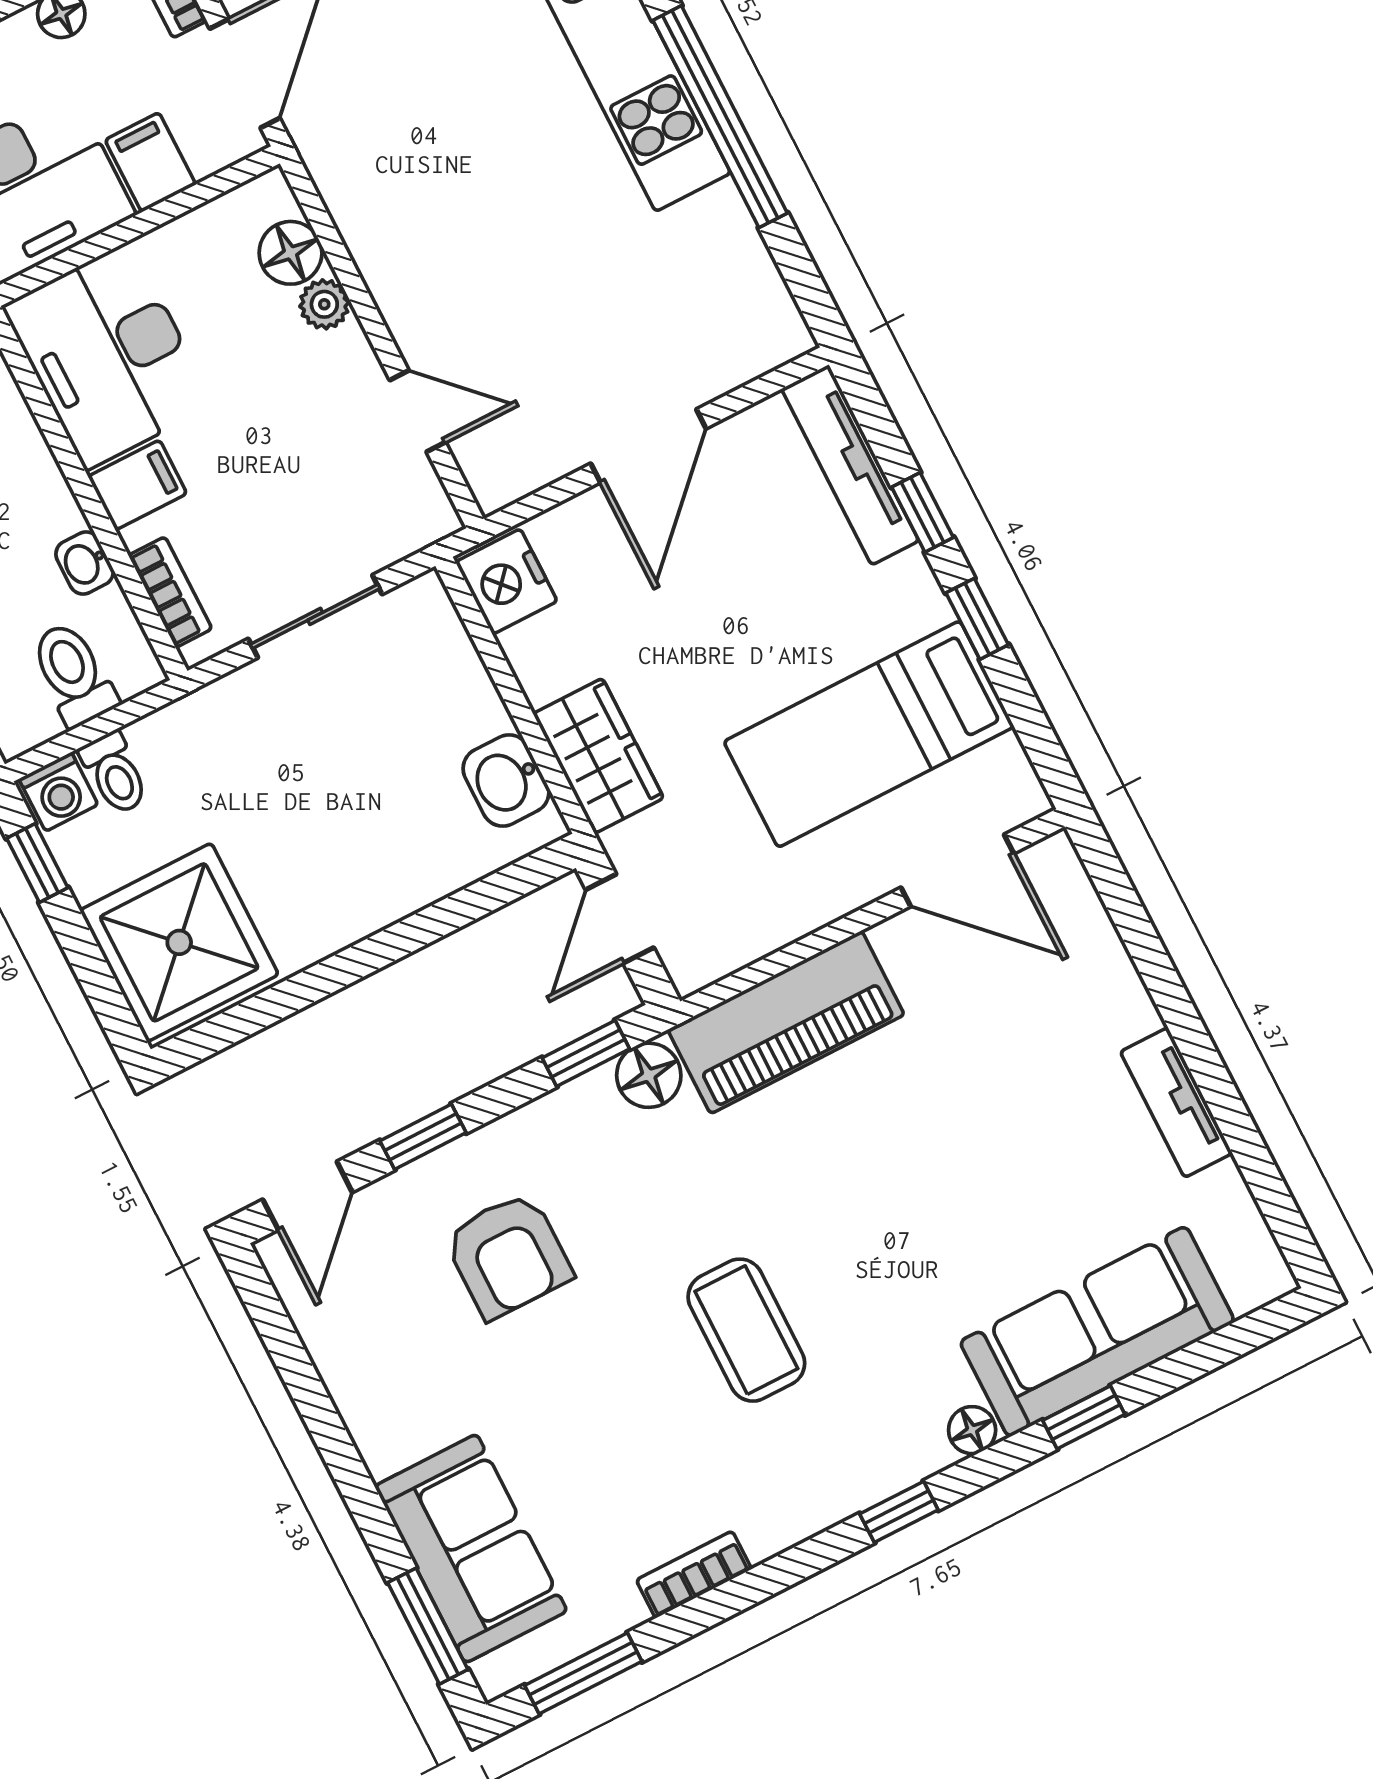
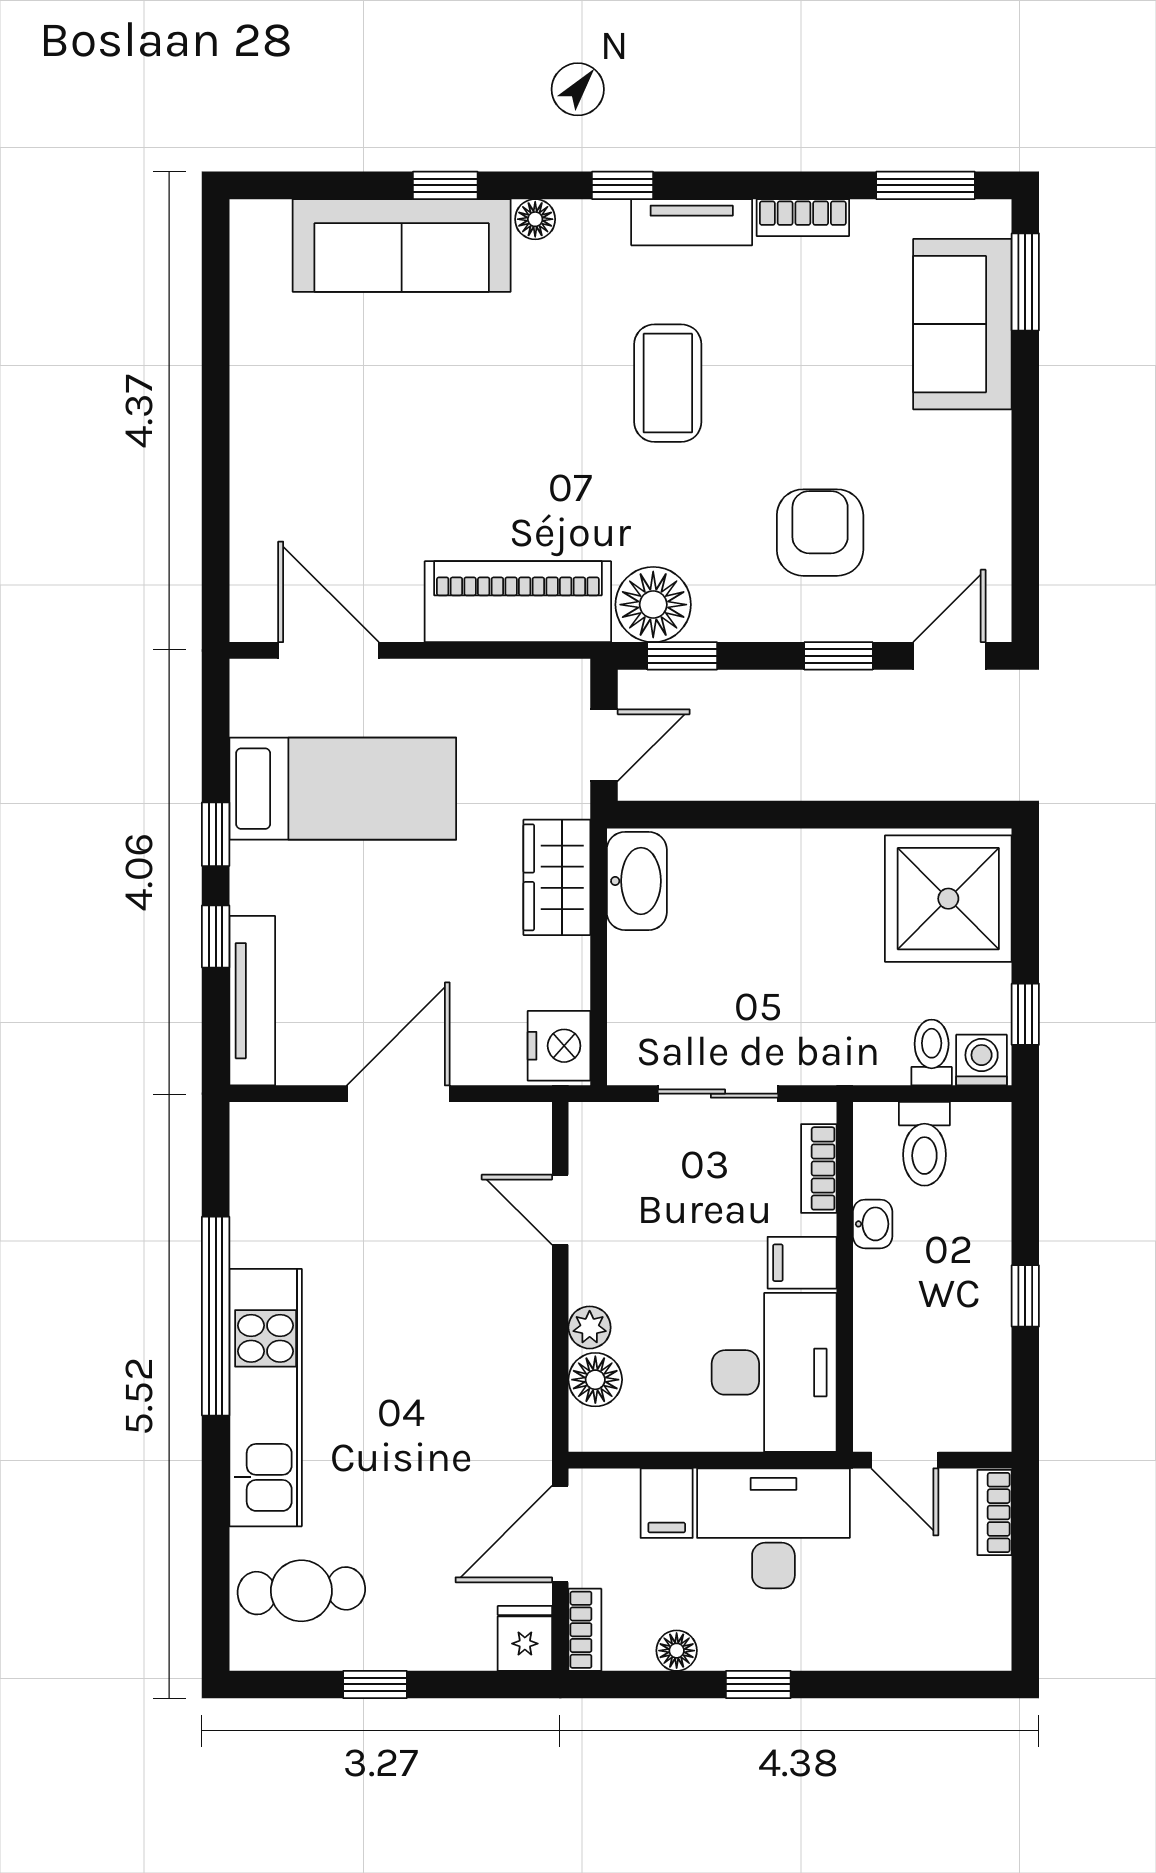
washbasin: (506, 780) -> (637, 881), width x1.38
floor lamp: (649, 1075) -> (653, 605), width x1.38, depth x1.38
tv unit: (1176, 1102) -> (692, 222), moved, turned 90

